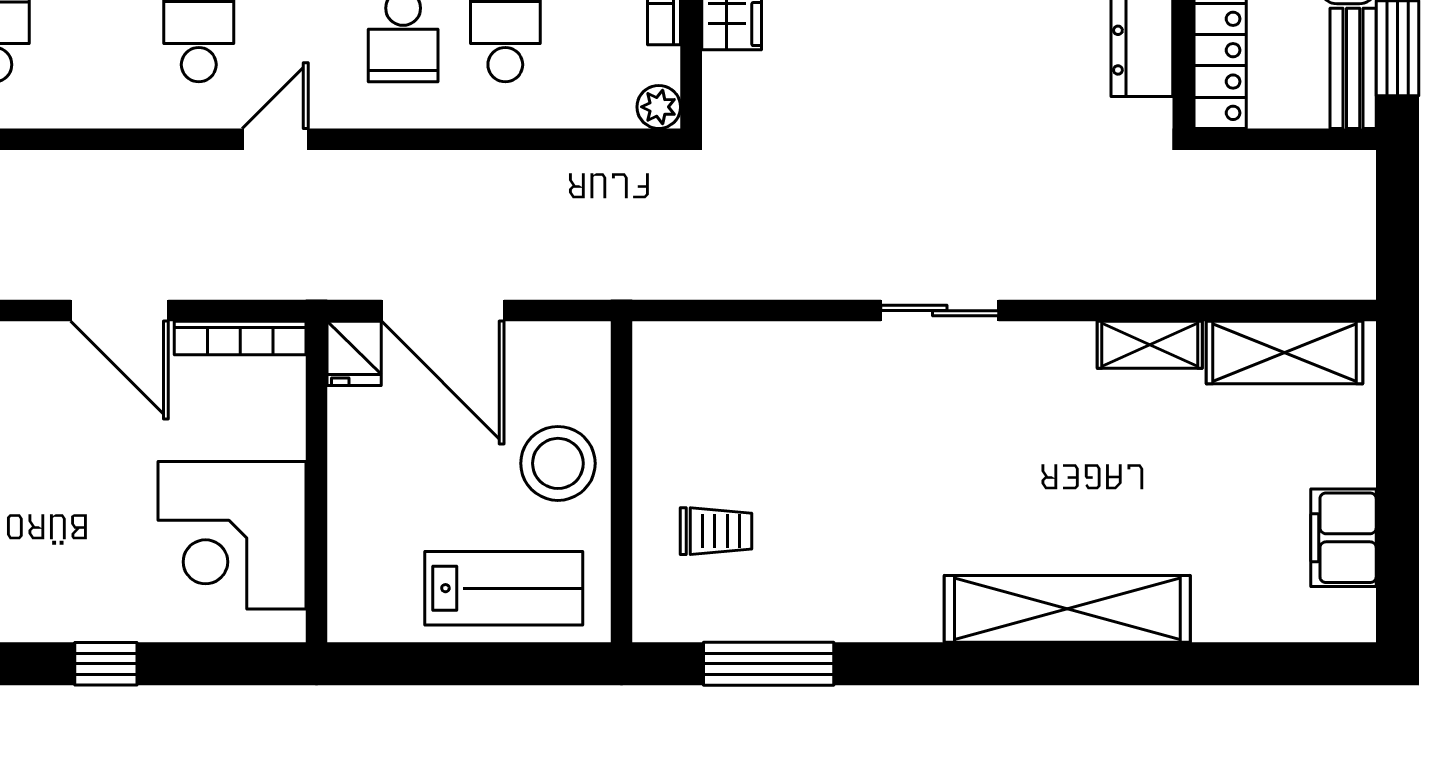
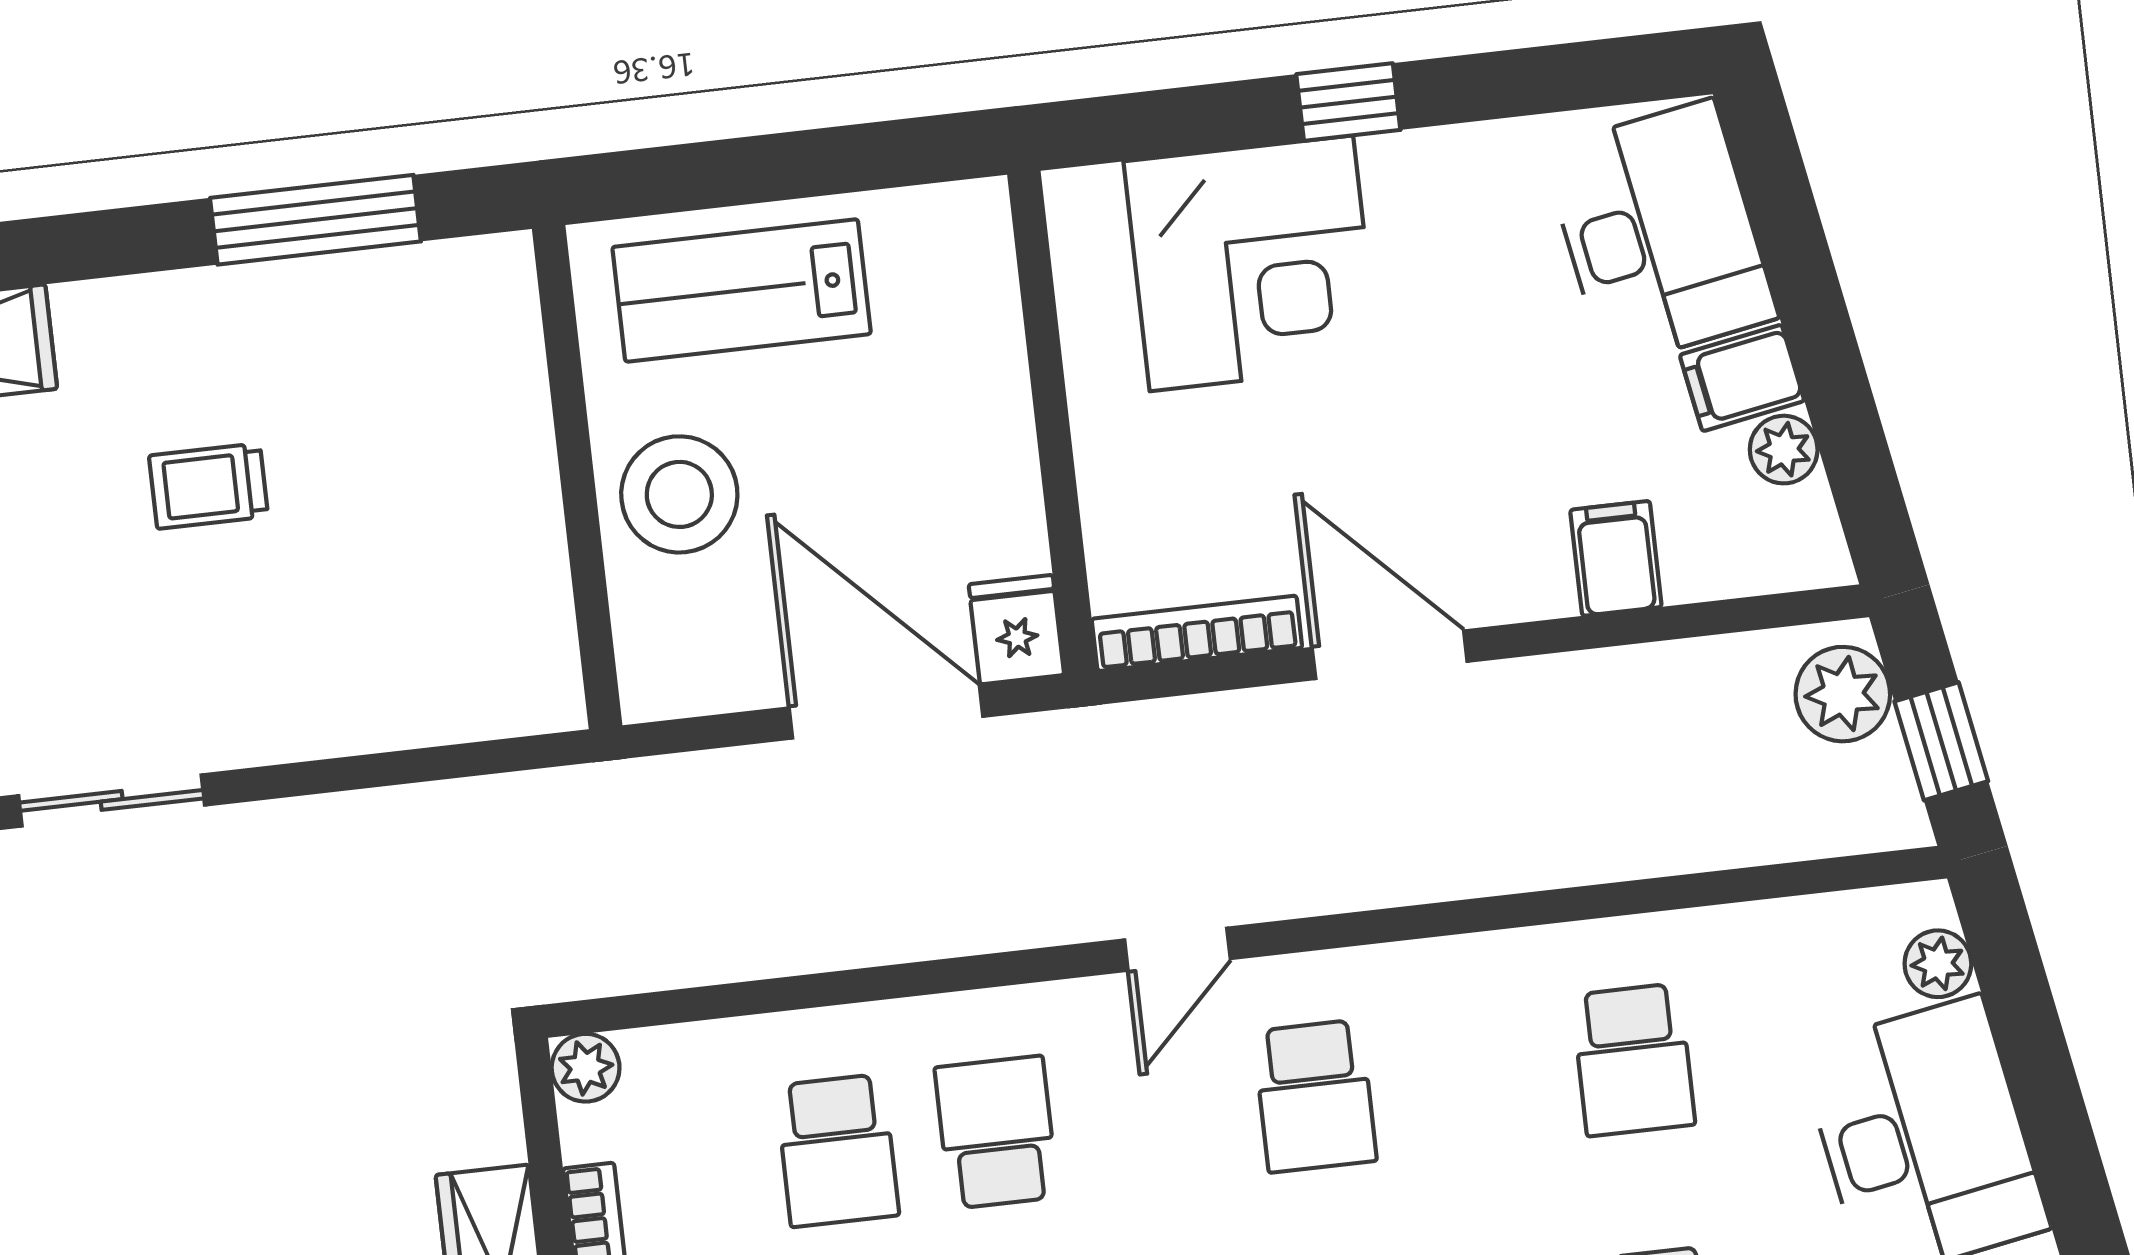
trolley: (716, 531) -> (208, 486), moved
corner desk: (232, 535) -> (1251, 263), moved, turned 90

